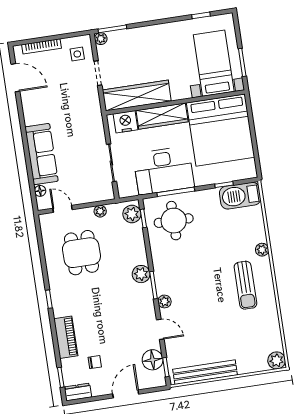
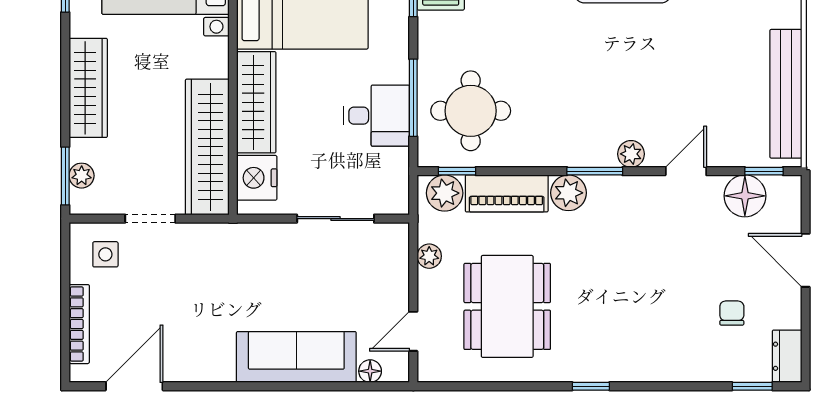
wardrobe: (157, 33) -> (88, 88), added
plant: (101, 39) -> (82, 176), moved
desk: (164, 170) -> (376, 116), width x0.53, depth x0.77
dining table: (81, 253) -> (507, 306), width x1.38
piano: (66, 337) -> (507, 193), moved, turned 180

